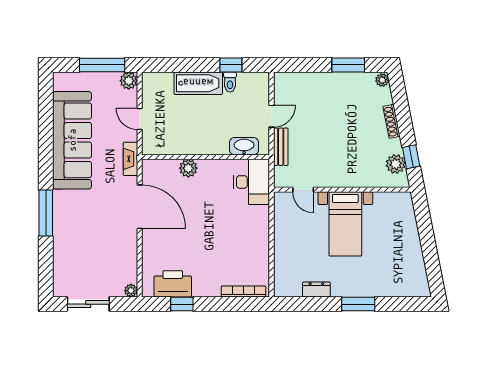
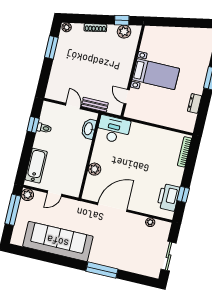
bathtub: (198, 83) -> (36, 166), moved
fireplace: (130, 159) -> (79, 206), removed
door: (303, 190) -> (127, 97), swing flipped
plant: (131, 291) -> (150, 222), moved

